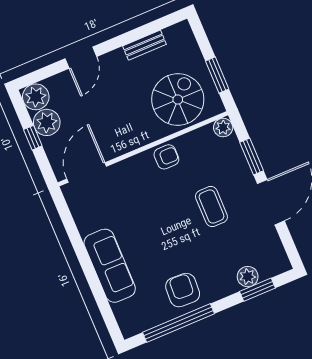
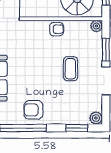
plant: (248, 277) -> (96, 118), moved
armchair: (183, 290) -> (33, 110), turned -93

